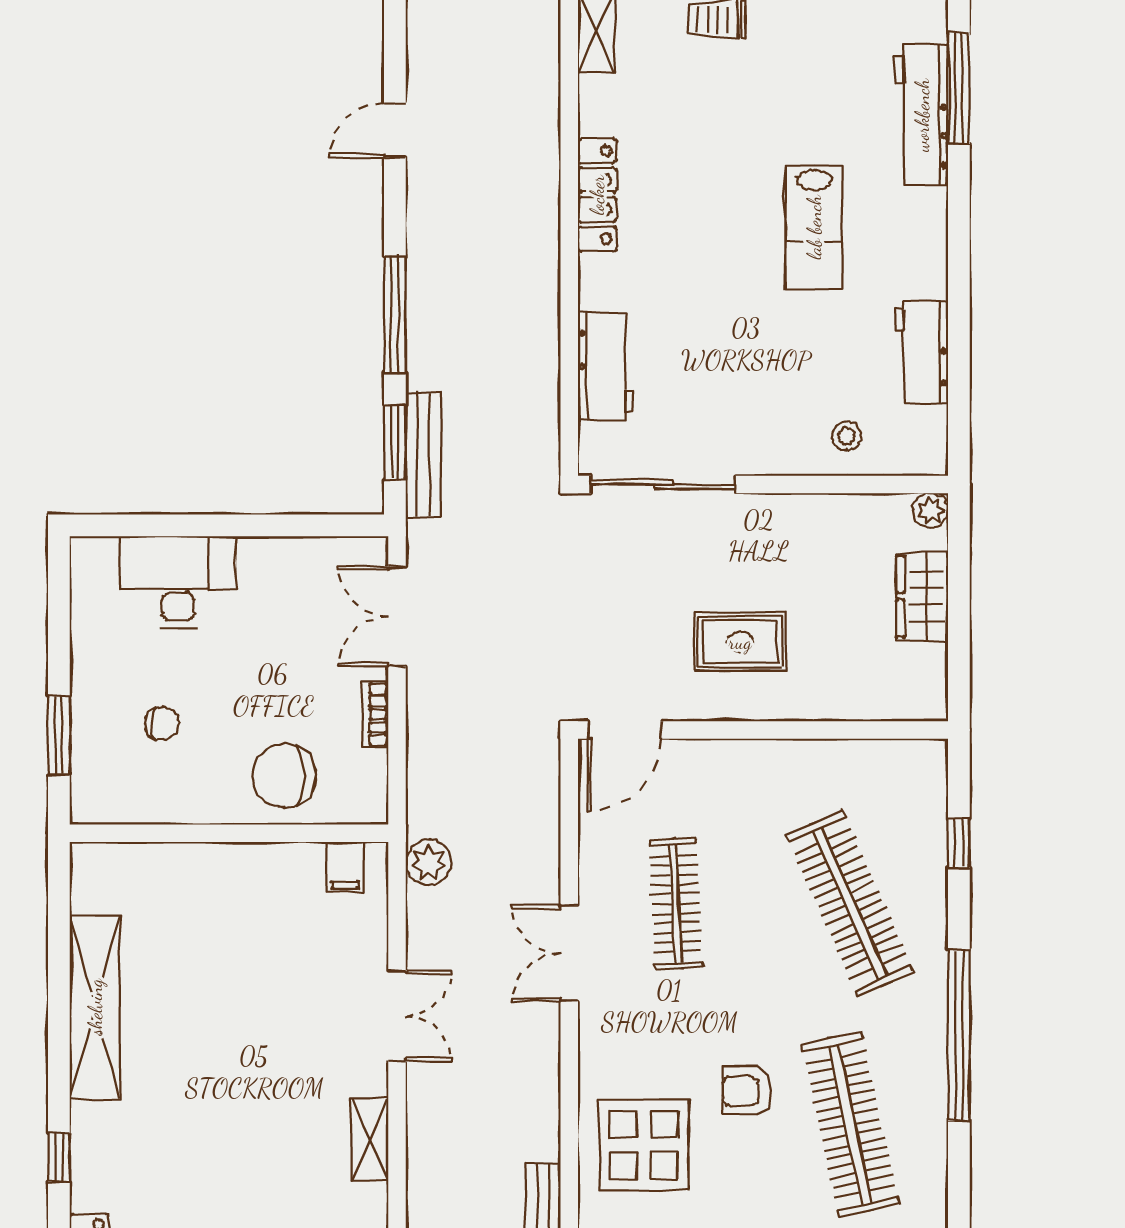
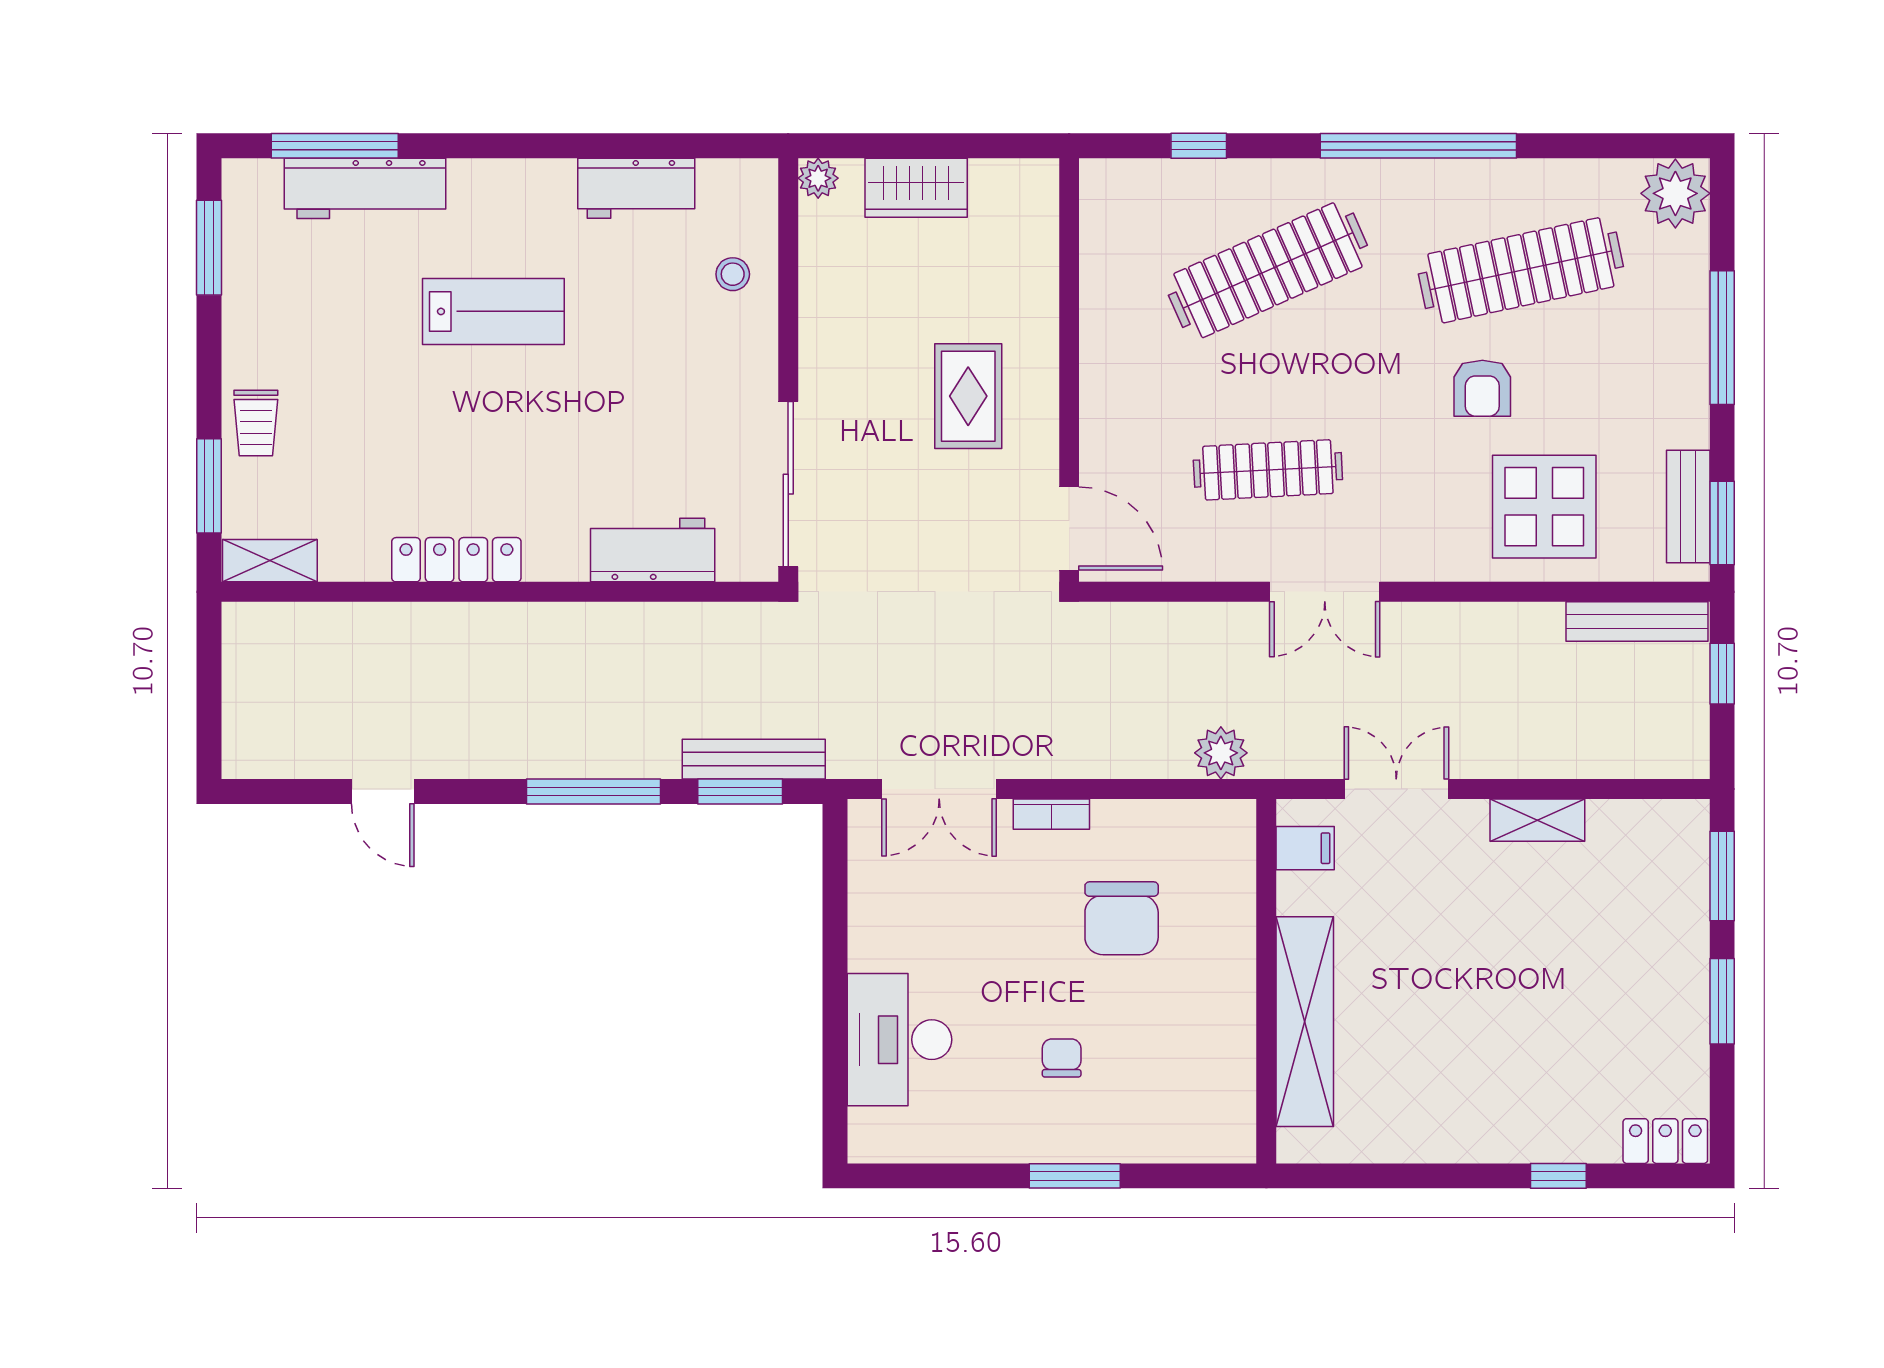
wall: (229, 833) -> (1266, 981), moved
filing cabinet: (345, 867) -> (1305, 848), moved
shelving: (95, 1007) -> (1305, 1022), moved, turned 90

